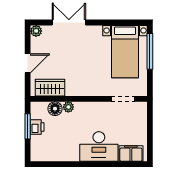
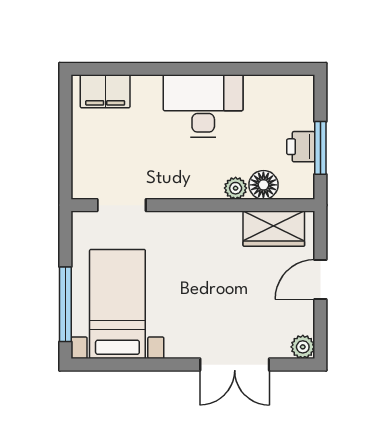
desk: (99, 146) -> (203, 106), moved

